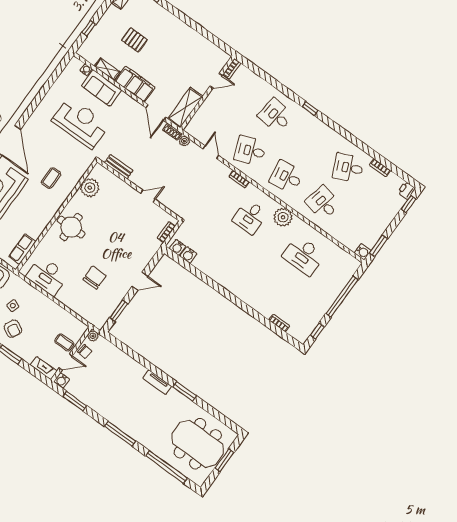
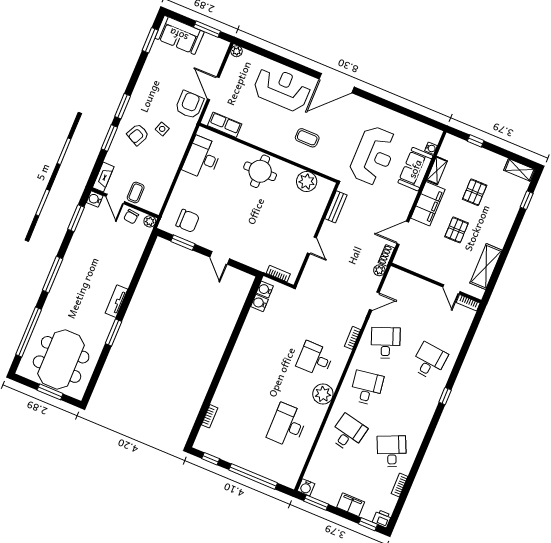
pallet: (164, 64) -> (457, 230), added
shelving: (185, 108) -> (486, 267), moved, turned 90
filing cabinet: (387, 215) -> (351, 505), added
chair: (95, 278) -> (188, 221), moved

